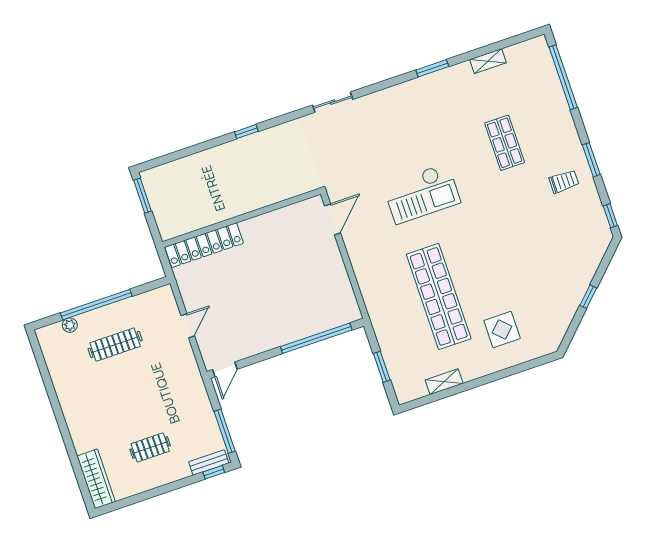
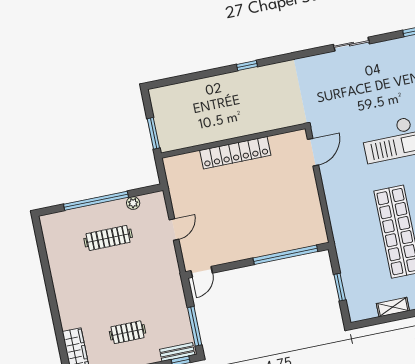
sliding door: (333, 102) -> (351, 44), moved
window: (143, 196) -> (153, 133), moved
locker: (204, 245) -> (235, 153), moved
plant: (70, 325) -> (133, 203), moved

